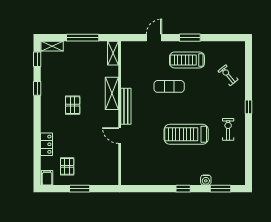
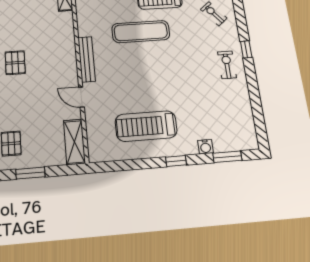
exercise mat: (169, 86) -> (141, 32), width x1.36, depth x1.45
shelving: (112, 93) -> (74, 142), moved
exercise bike: (228, 129) -> (227, 65), moved
treadmill: (186, 134) -> (146, 126), moved

